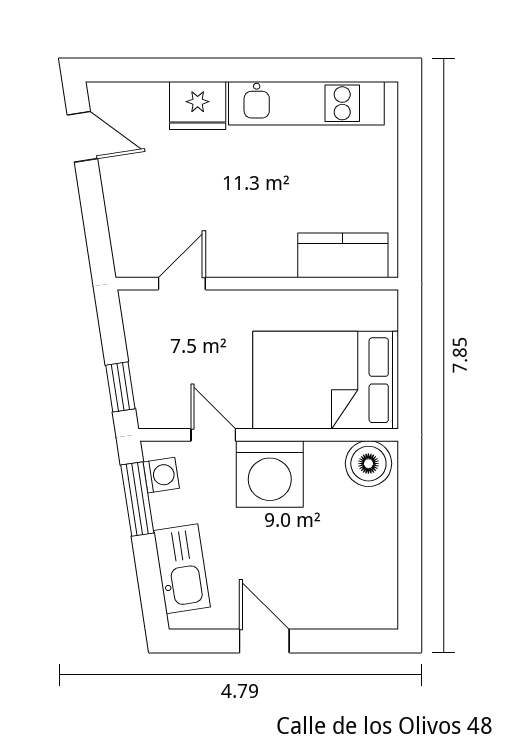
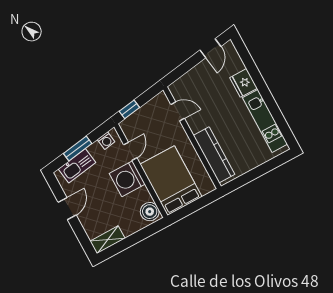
kitchen counter: (343, 255) -> (214, 155), width x1.50
window: (137, 499) -> (78, 148), moved
shelving: (380, 589) -> (108, 240), added

